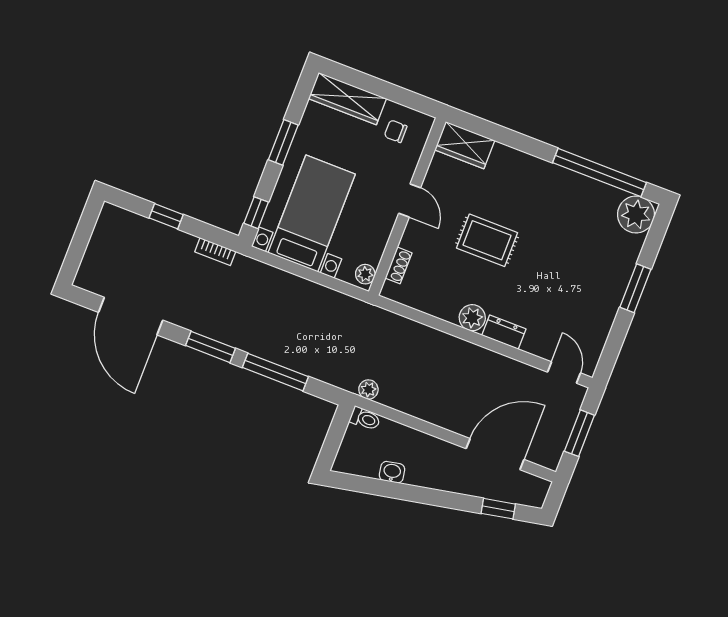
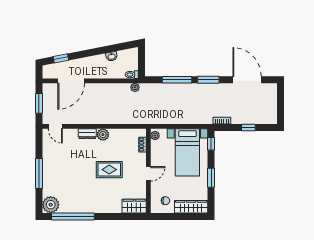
door: (410, 200) -> (148, 174), swing flipped
window: (635, 288) -> (39, 174), width x1.44

